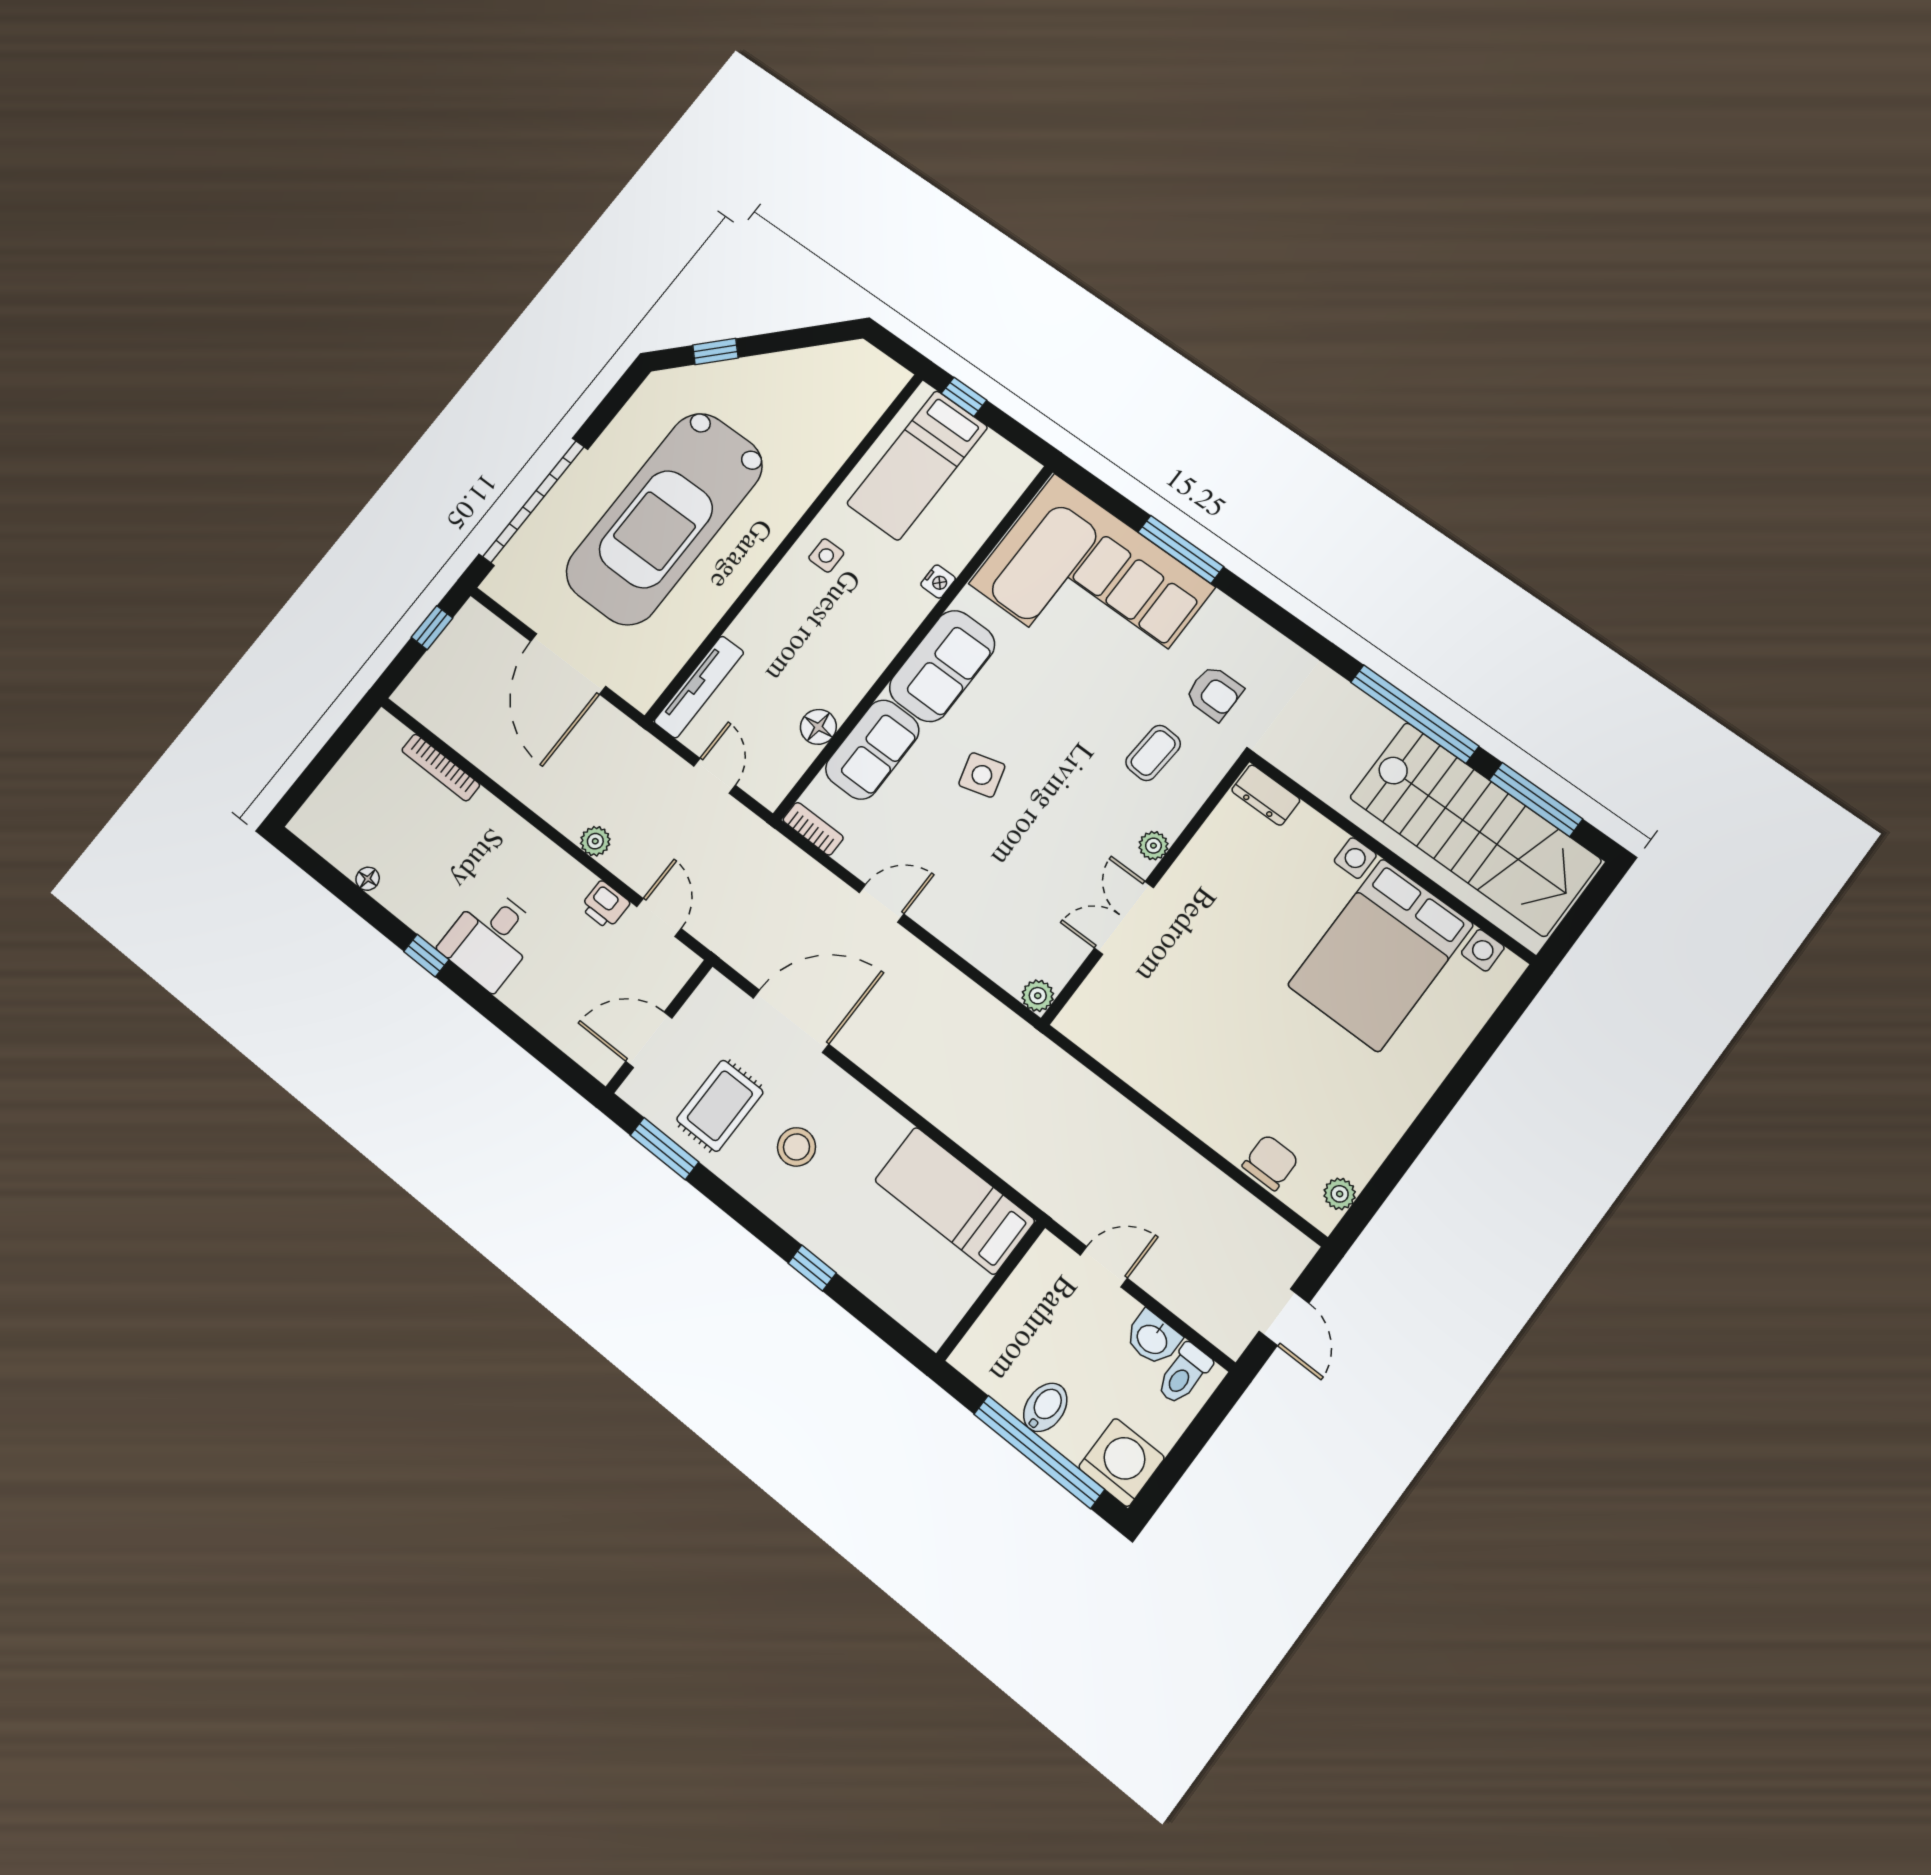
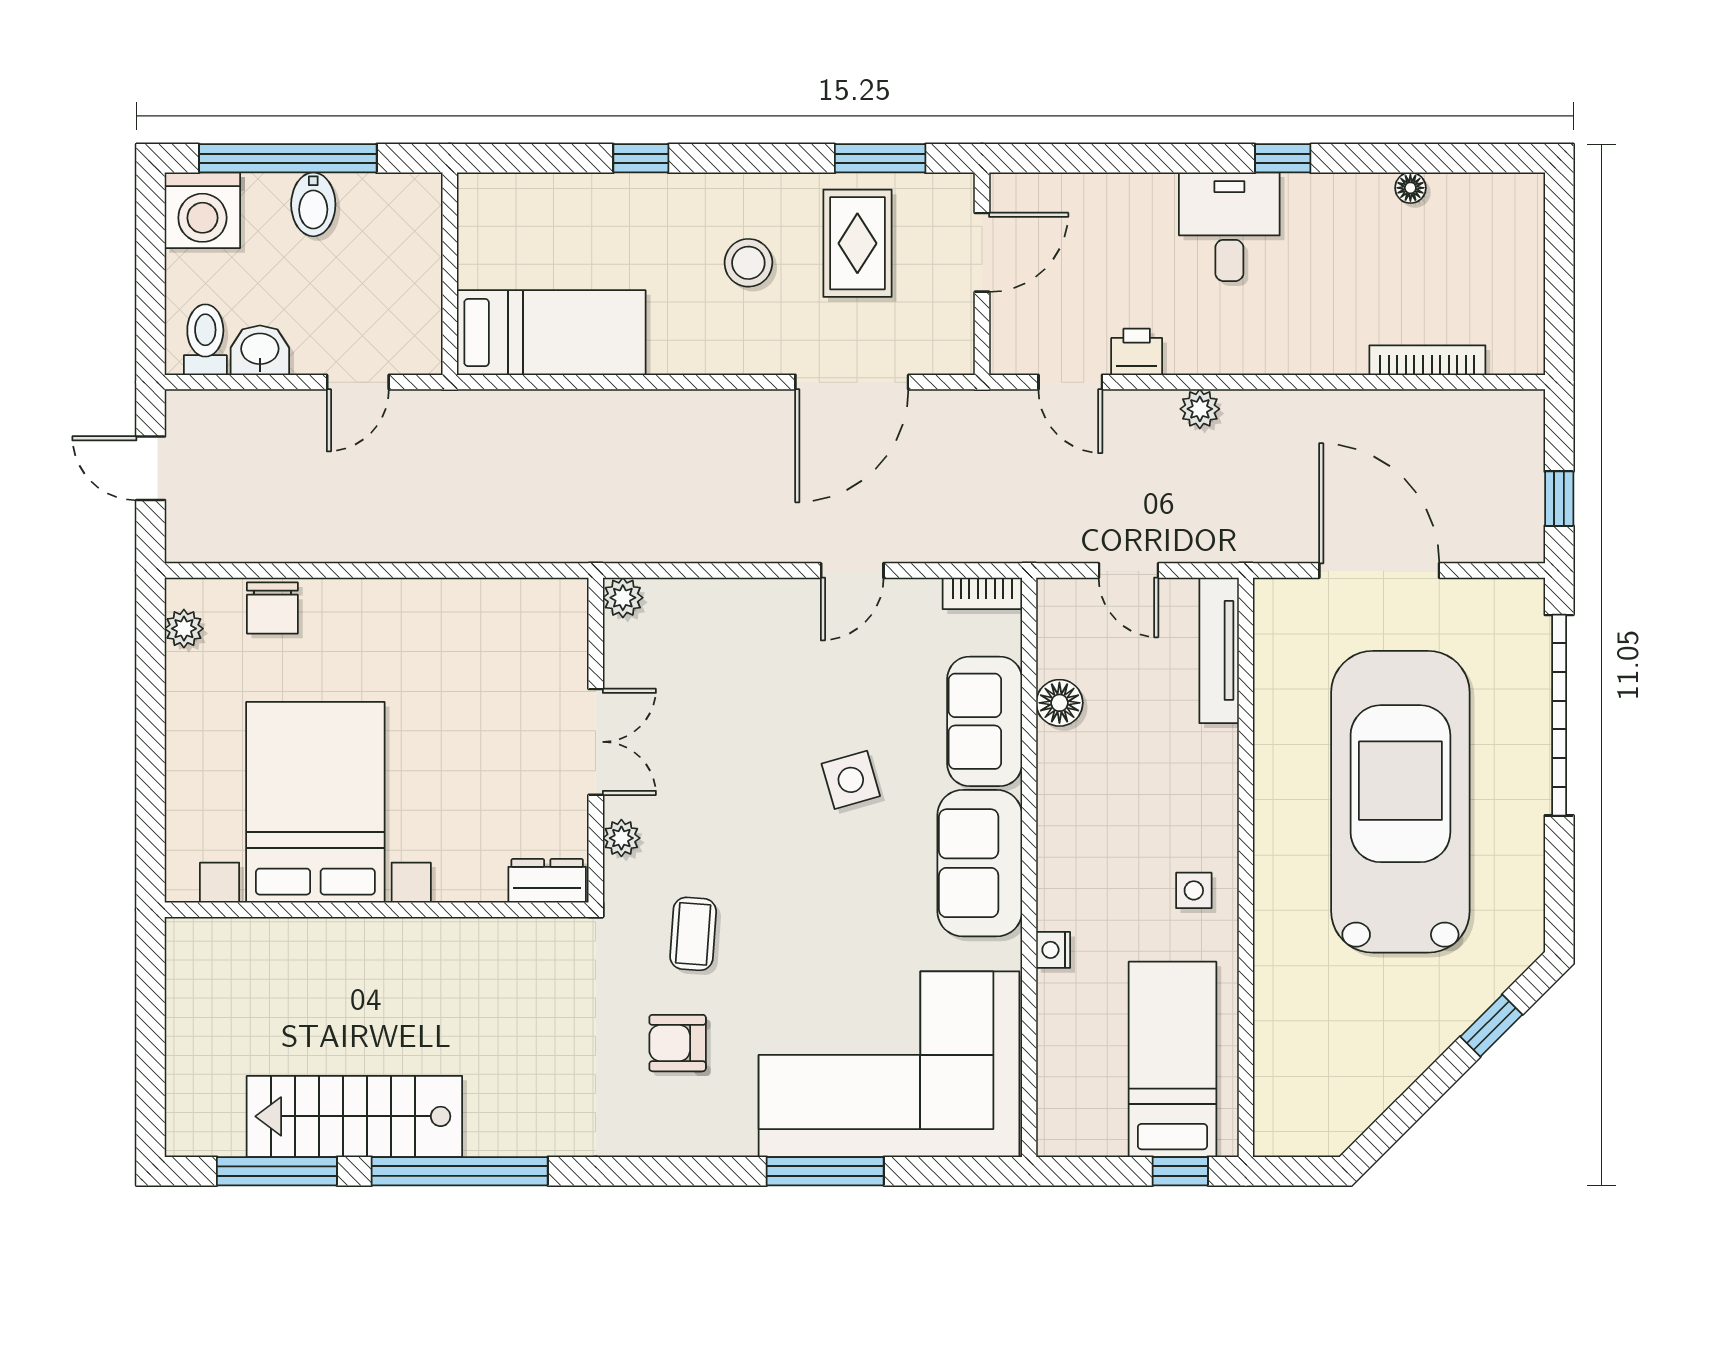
dresser: (1266, 795) -> (547, 881), moved
stairs: (1475, 829) -> (354, 1116), width x0.73, depth x0.66
wall: (1391, 857) -> (377, 910), moved
bed with nightstands: (1380, 955) -> (315, 802), moved

